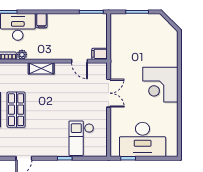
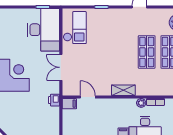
printer: (116, 58) -> (54, 100), added
checkout: (81, 138) -> (75, 28), moved
desk: (143, 139) -> (43, 30), moved, turned 90

